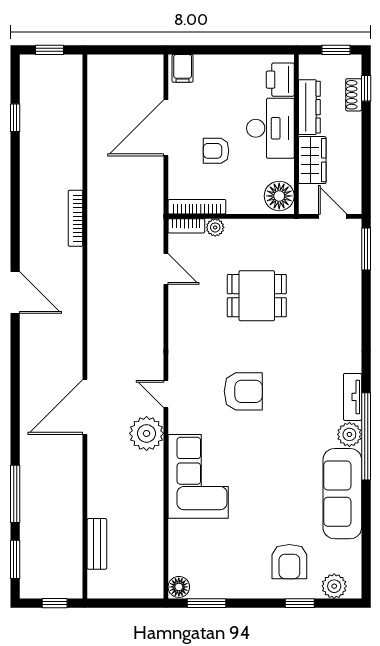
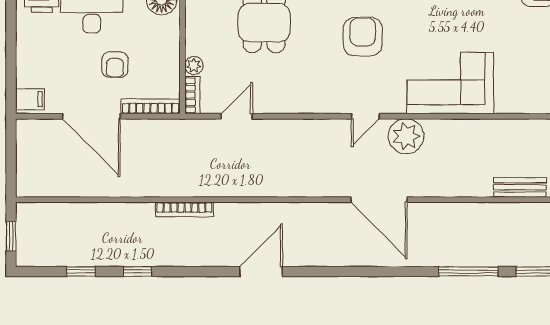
window: (15, 173) -> (138, 271), added
bookcase: (197, 207) -> (150, 106), moved, turned 90

